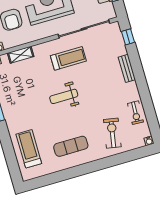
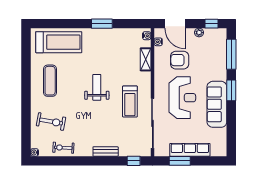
treadmill: (29, 149) -> (59, 42), width x1.37, depth x1.38

